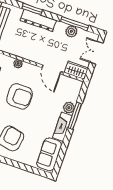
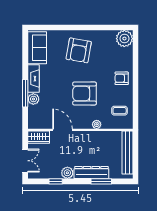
window: (75, 24) -> (56, 181), width x0.46
plant: (71, 31) -> (67, 173), moved

